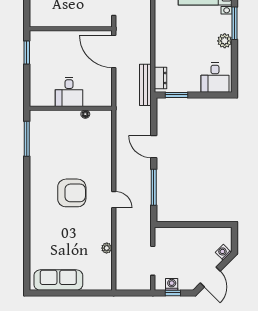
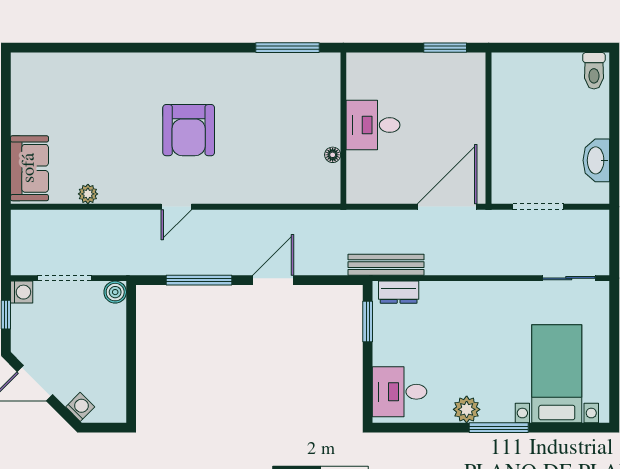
boiler: (160, 233) -> (115, 292), added
sofa: (58, 280) -> (29, 168), moved, width x0.73
washing machine: (172, 284) -> (22, 292), moved

